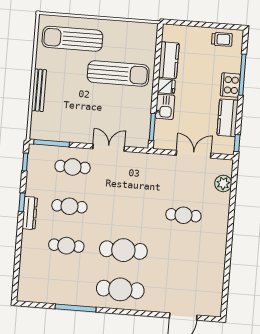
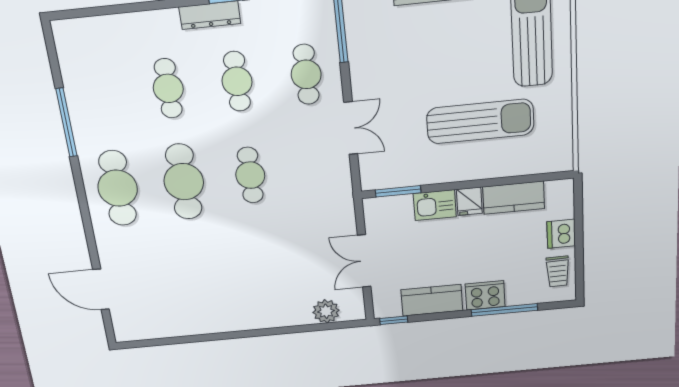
dishwasher: (197, 35) -> (561, 234), added
sun lounger: (118, 74) -> (480, 121), turned -90
double door: (194, 154) -> (364, 261), swing flipped
cafe table: (183, 215) -> (250, 175), moved

